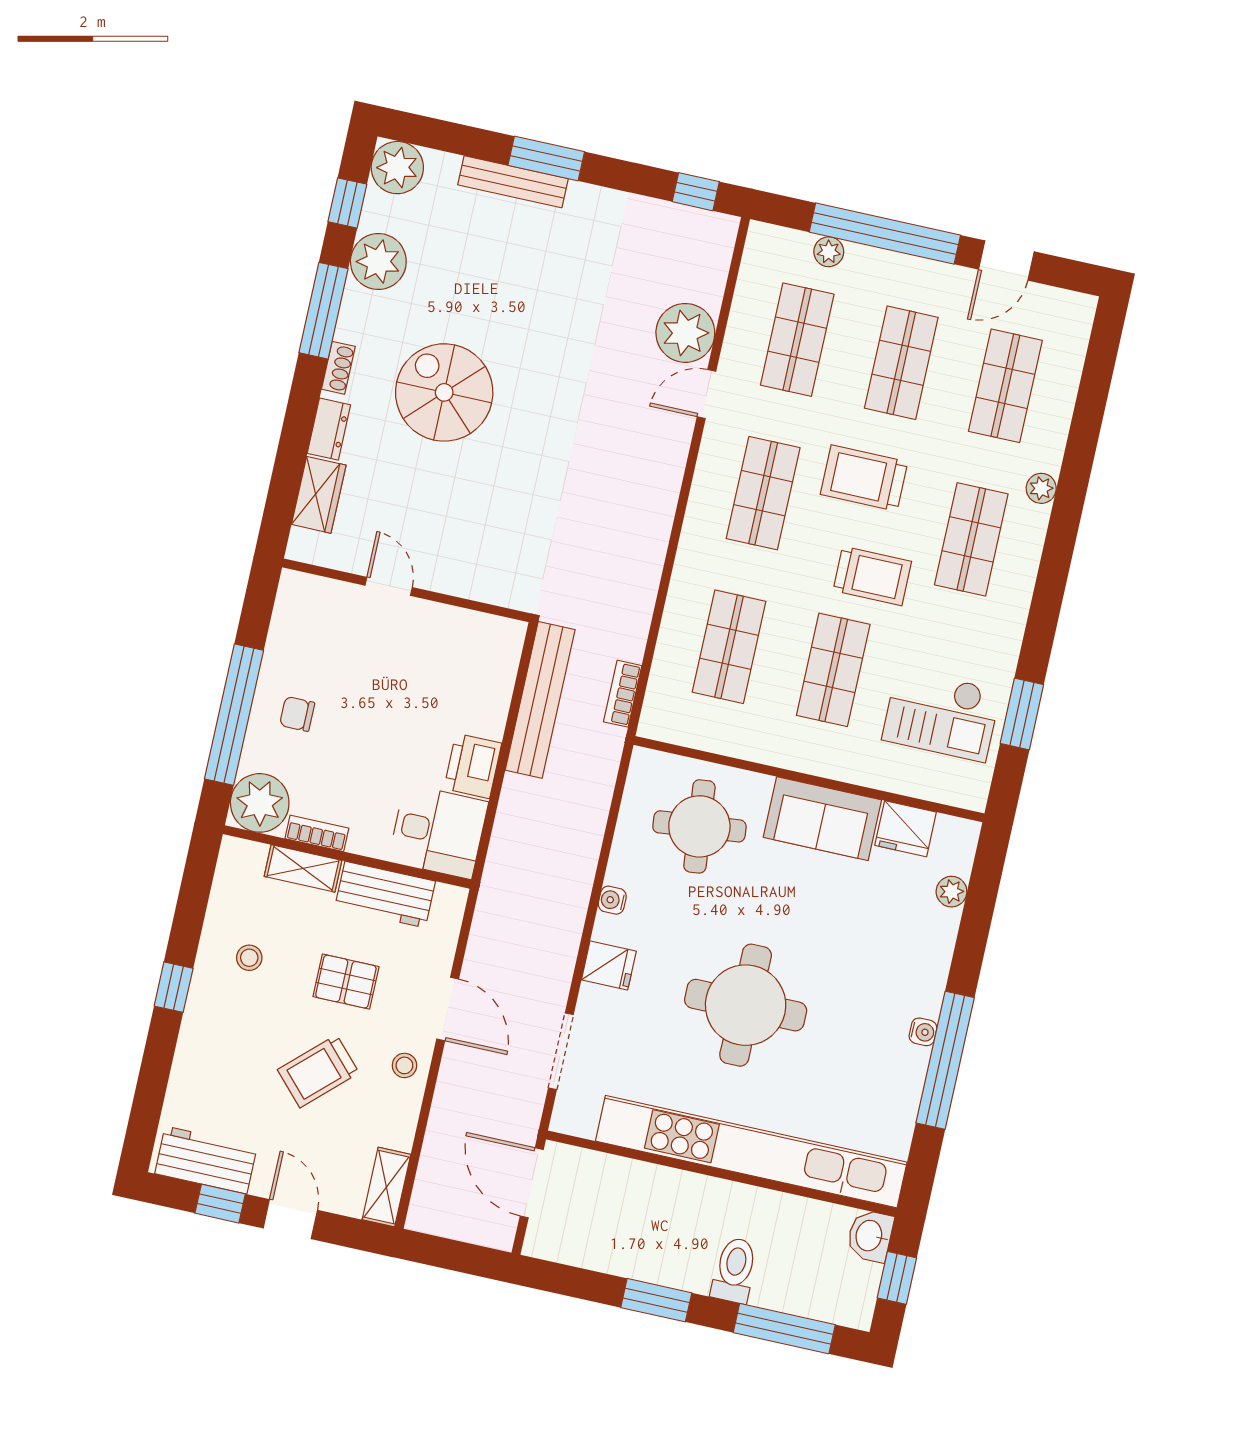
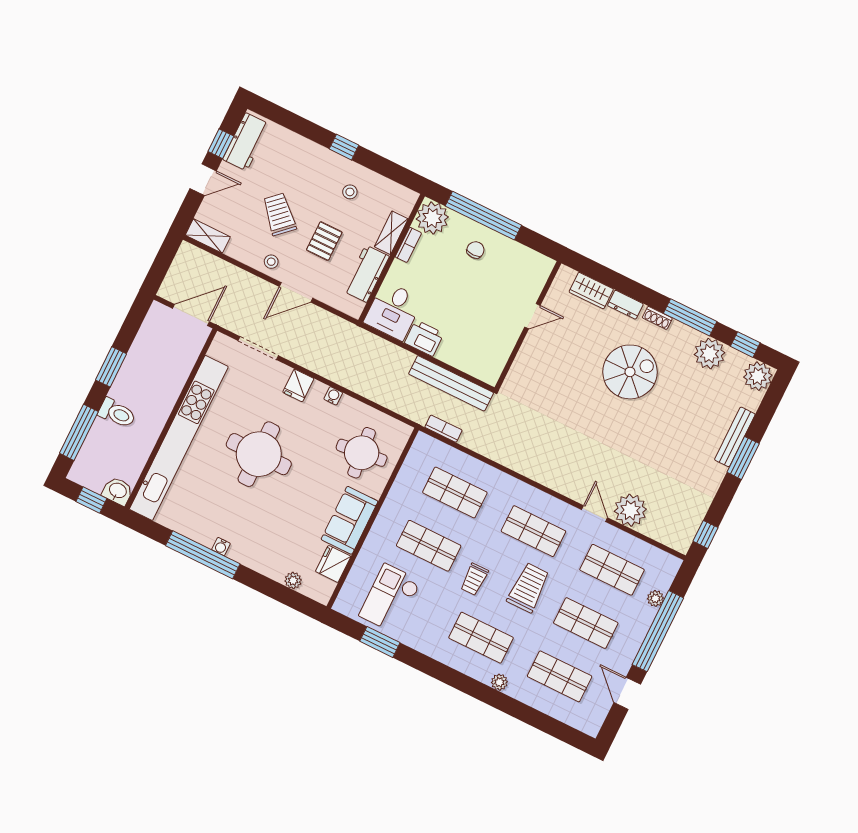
trolley: (872, 576) -> (474, 579), width x0.73, depth x0.72

